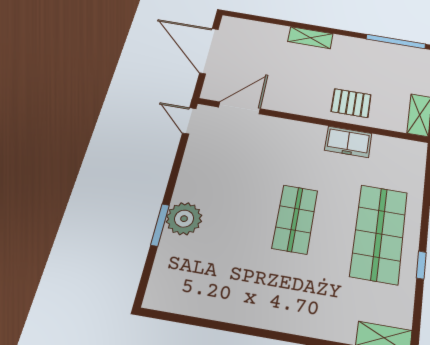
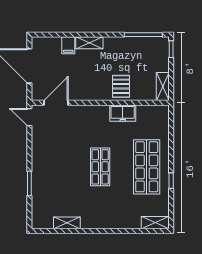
filing cabinet: (277, 35) -> (68, 45), added
pallet: (351, 103) -> (121, 86), turned 90
plant: (184, 219) -> (41, 178), removed
shelving: (213, 308) -> (67, 223), added

